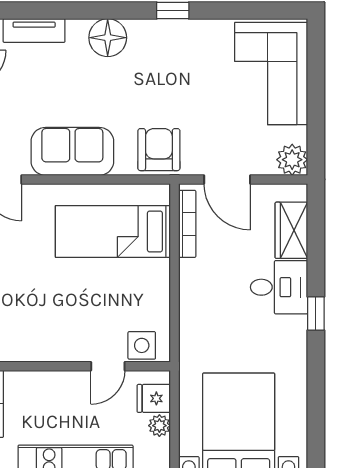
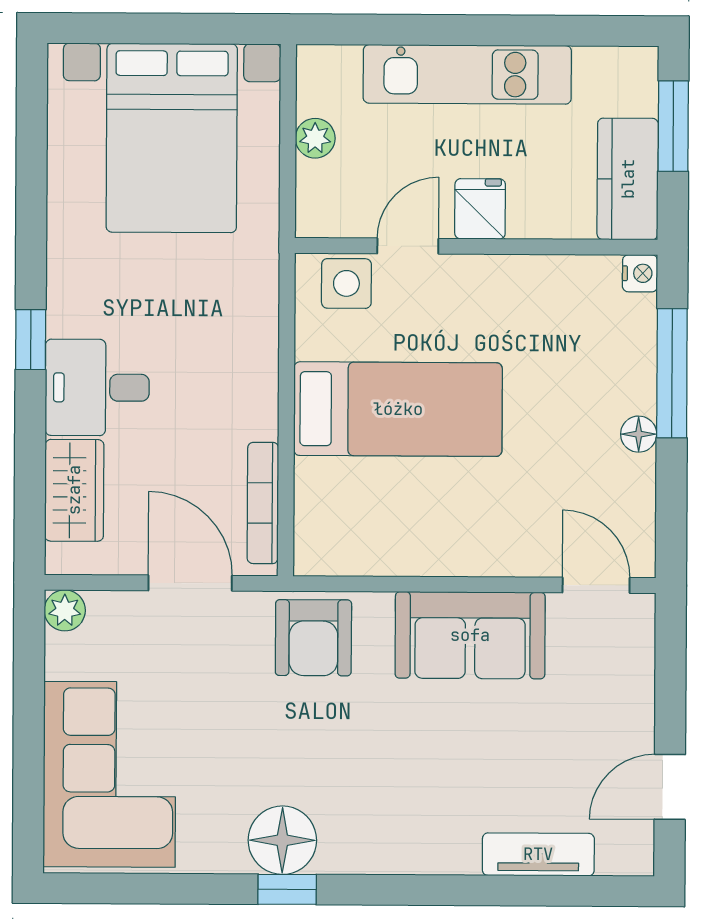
floor lamp: (108, 38) -> (282, 840), moved
plant: (292, 160) -> (65, 610), width x0.73, depth x0.73
bed: (113, 231) -> (398, 409), moved
fridge: (154, 398) -> (480, 209), moved, turned -90

